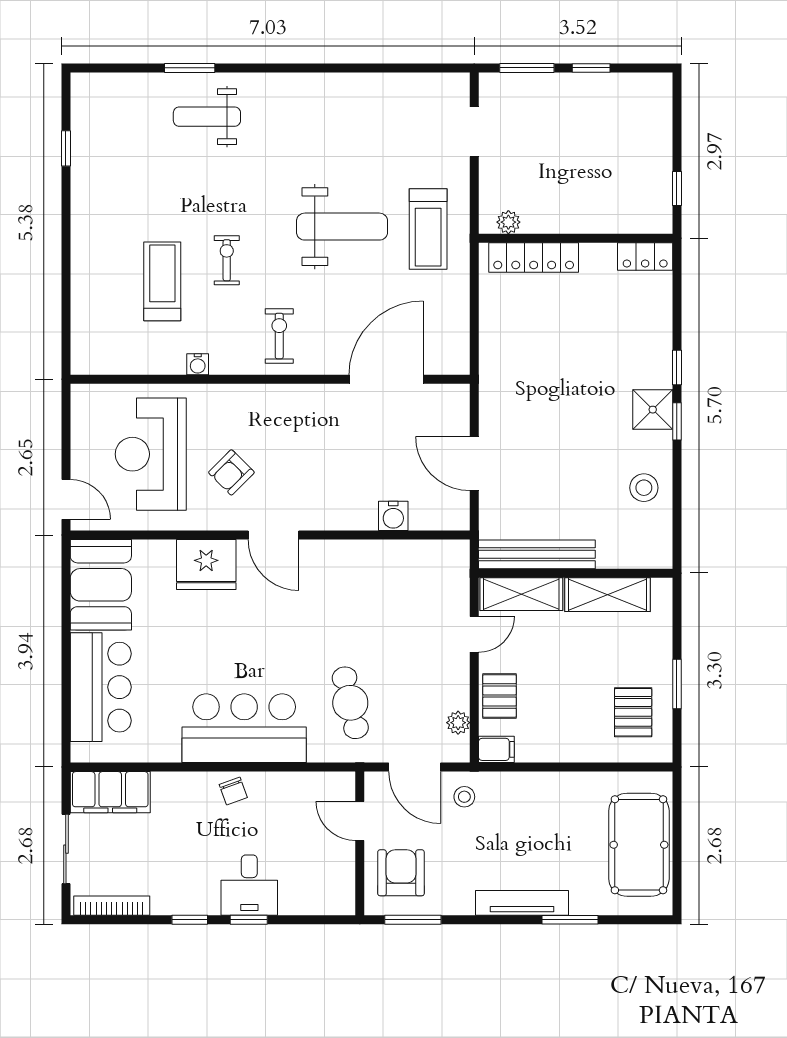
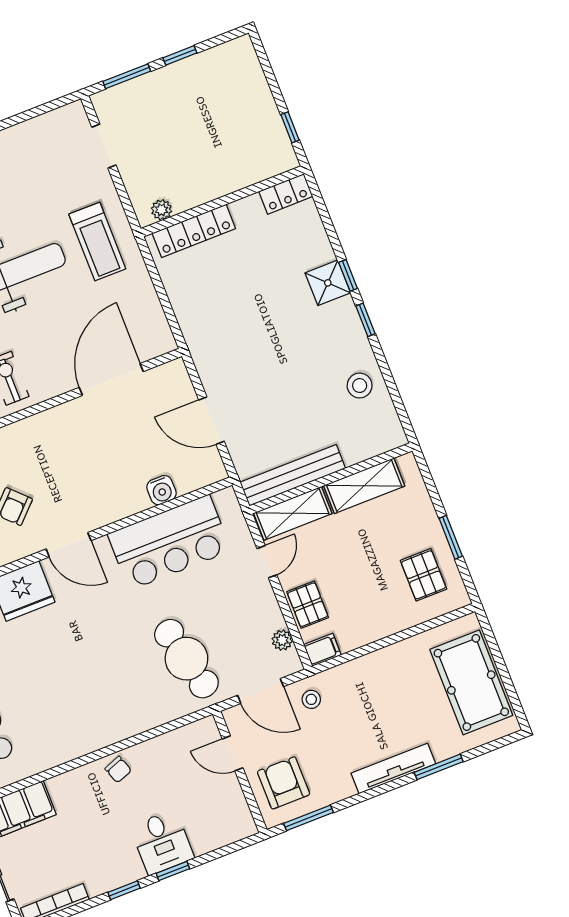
shower: (653, 410) -> (328, 283), moved
cafe table: (350, 703) -> (186, 659), width x1.37, depth x1.35
bar counter: (244, 728) -> (169, 542), moved, turned 180

